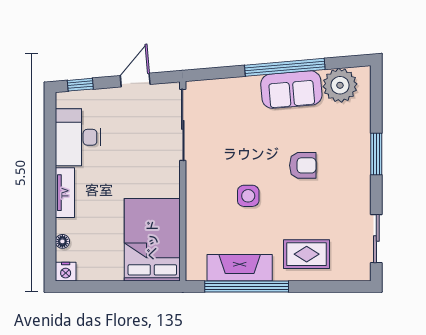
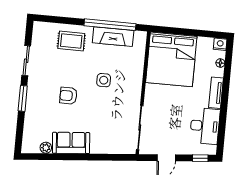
window: (285, 67) -> (74, 157), removed
plant: (340, 85) -> (46, 148), width x0.53, depth x0.53
sliding door: (376, 239) -> (26, 61), moved
bed: (152, 240) -> (171, 59), width x1.36

